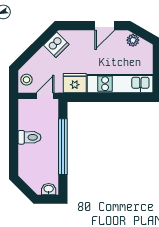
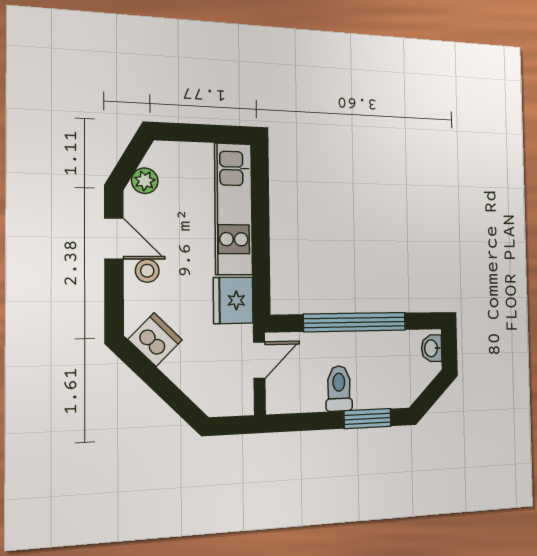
stool: (26, 80) -> (147, 271), moved
door: (45, 96) -> (259, 360), swing flipped
window: (14, 153) -> (368, 419), added

